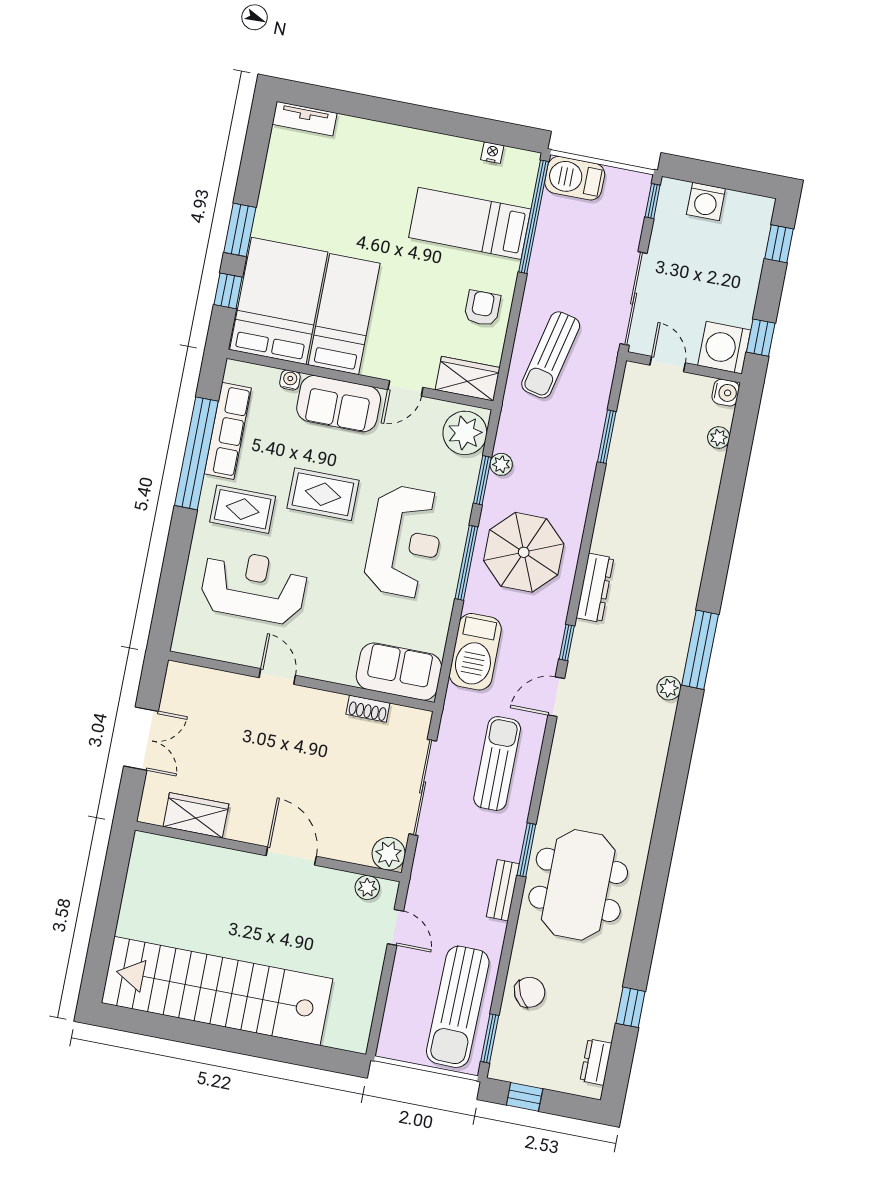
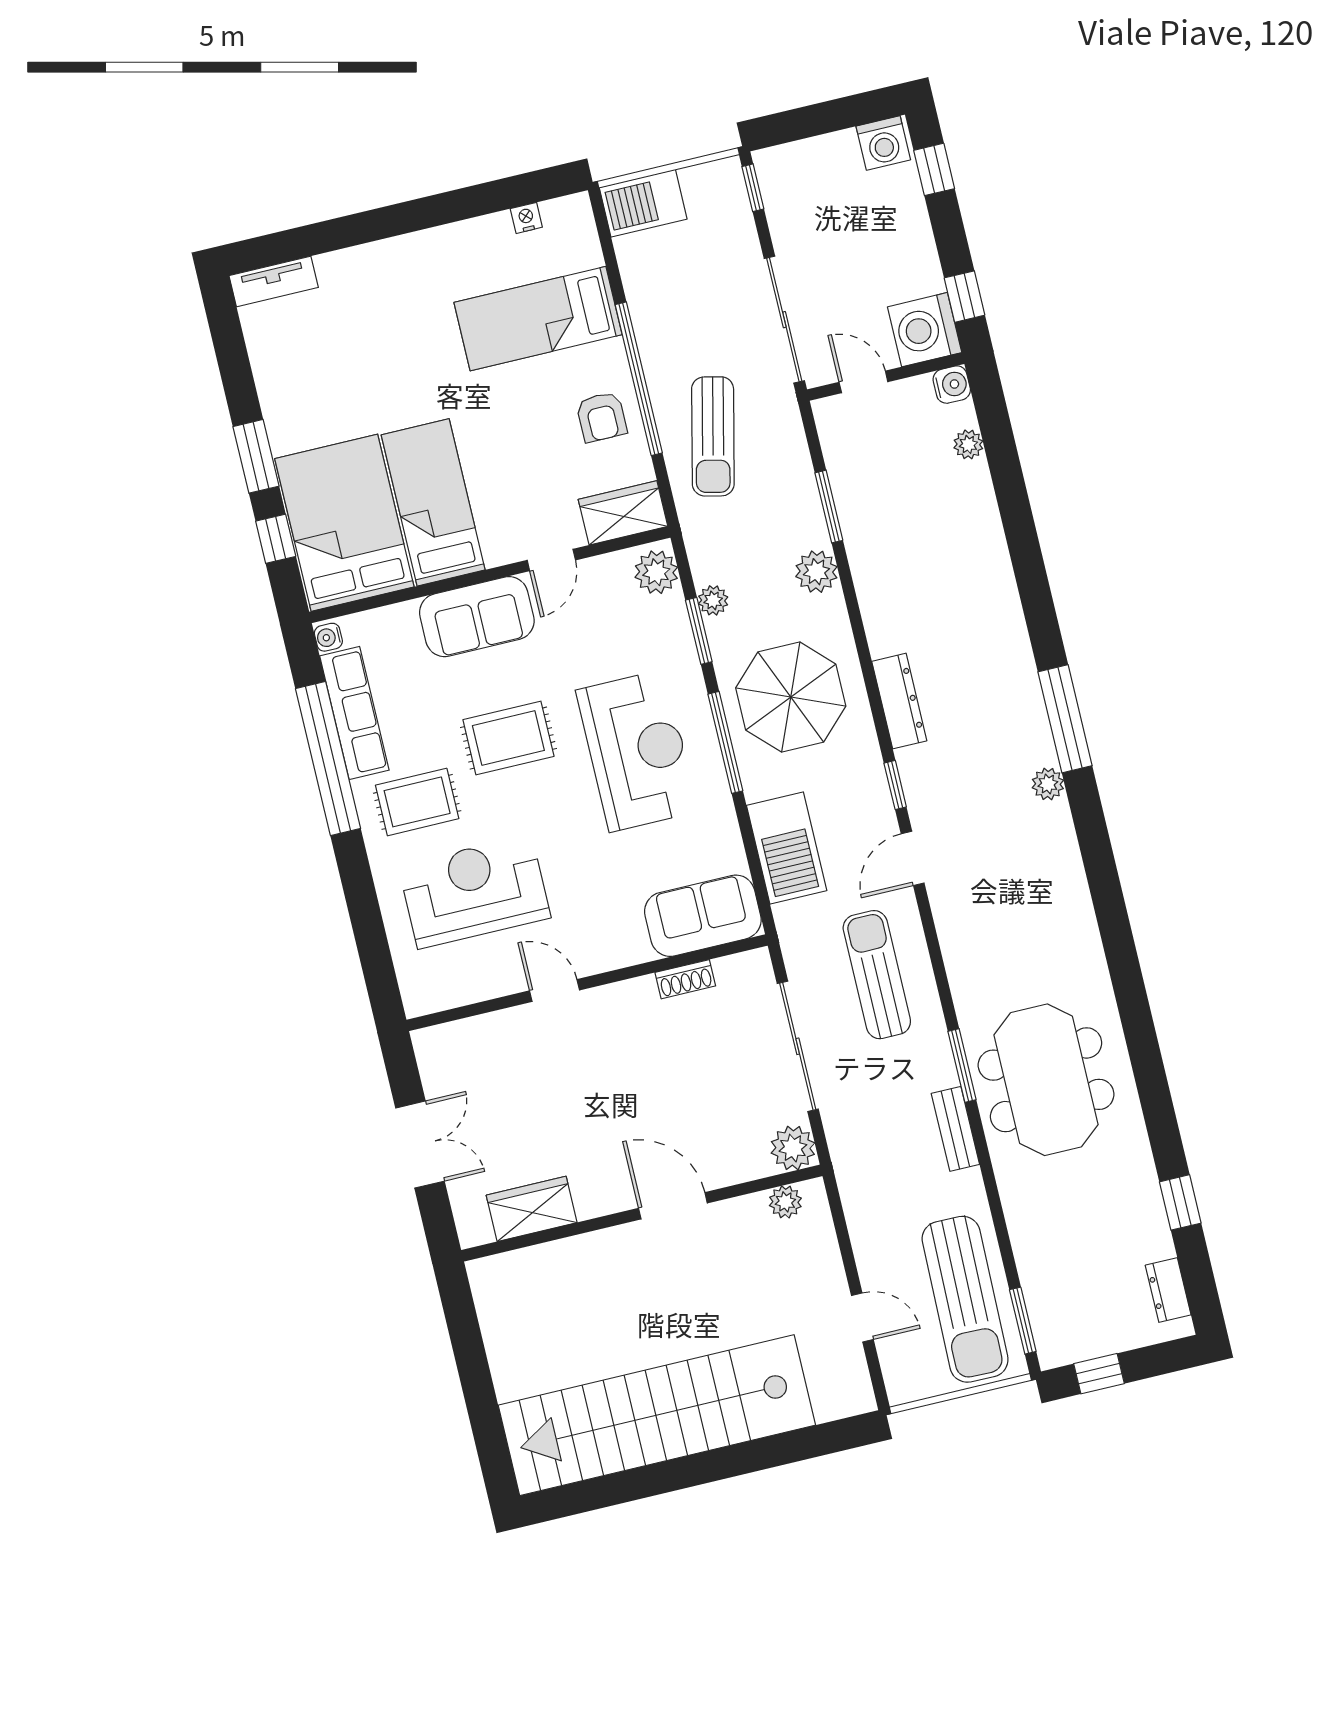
washing machine: (706, 201) -> (883, 143), moved
window: (534, 217) -> (639, 379), moved
armchair: (482, 308) -> (602, 417), turned 180
water cooler: (290, 380) -> (328, 637), moved, turned -90
plant: (465, 433) -> (656, 572), width x0.73, depth x0.73
plant: (579, 476) -> (816, 572), added
door: (395, 927) -> (862, 1318), moved
chair: (530, 992) -> (1046, 1241), removed

